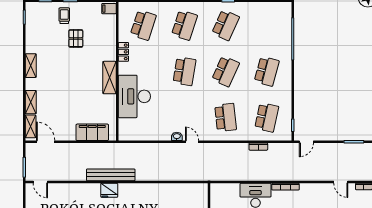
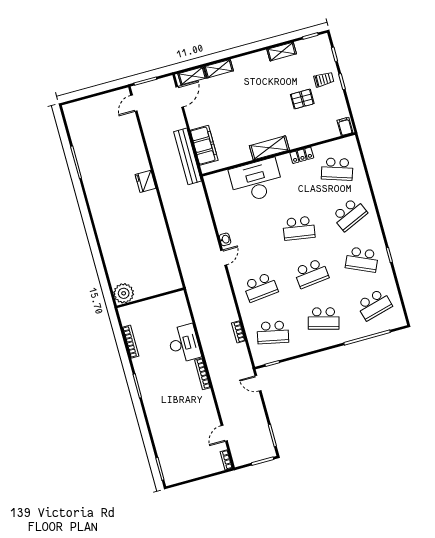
school desk: (184, 25) -> (350, 214), turned -42
school desk: (267, 25) -> (374, 305), added
shelving: (31, 66) -> (282, 52), moved
school desk: (226, 71) -> (311, 273), turned -30
bench: (111, 175) -> (188, 156), moved

